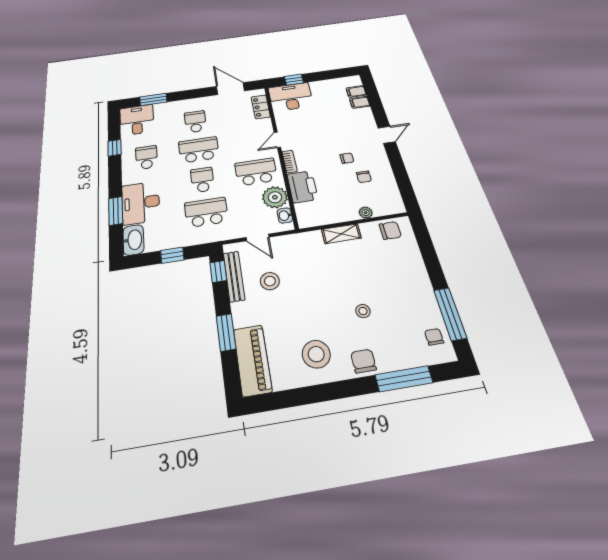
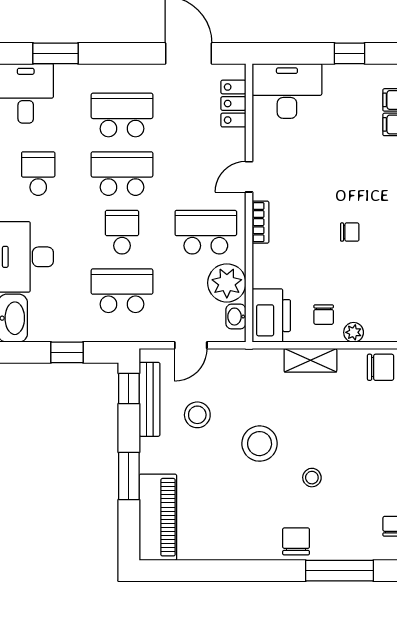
window: (294, 80) -> (349, 53), moved
school desk: (195, 122) -> (122, 115), width x1.85
chair: (364, 177) -> (324, 315), moved
printer: (303, 187) -> (271, 316), moved
door: (257, 237) -> (191, 345), hinge flipped
stool: (316, 354) -> (260, 444), moved

